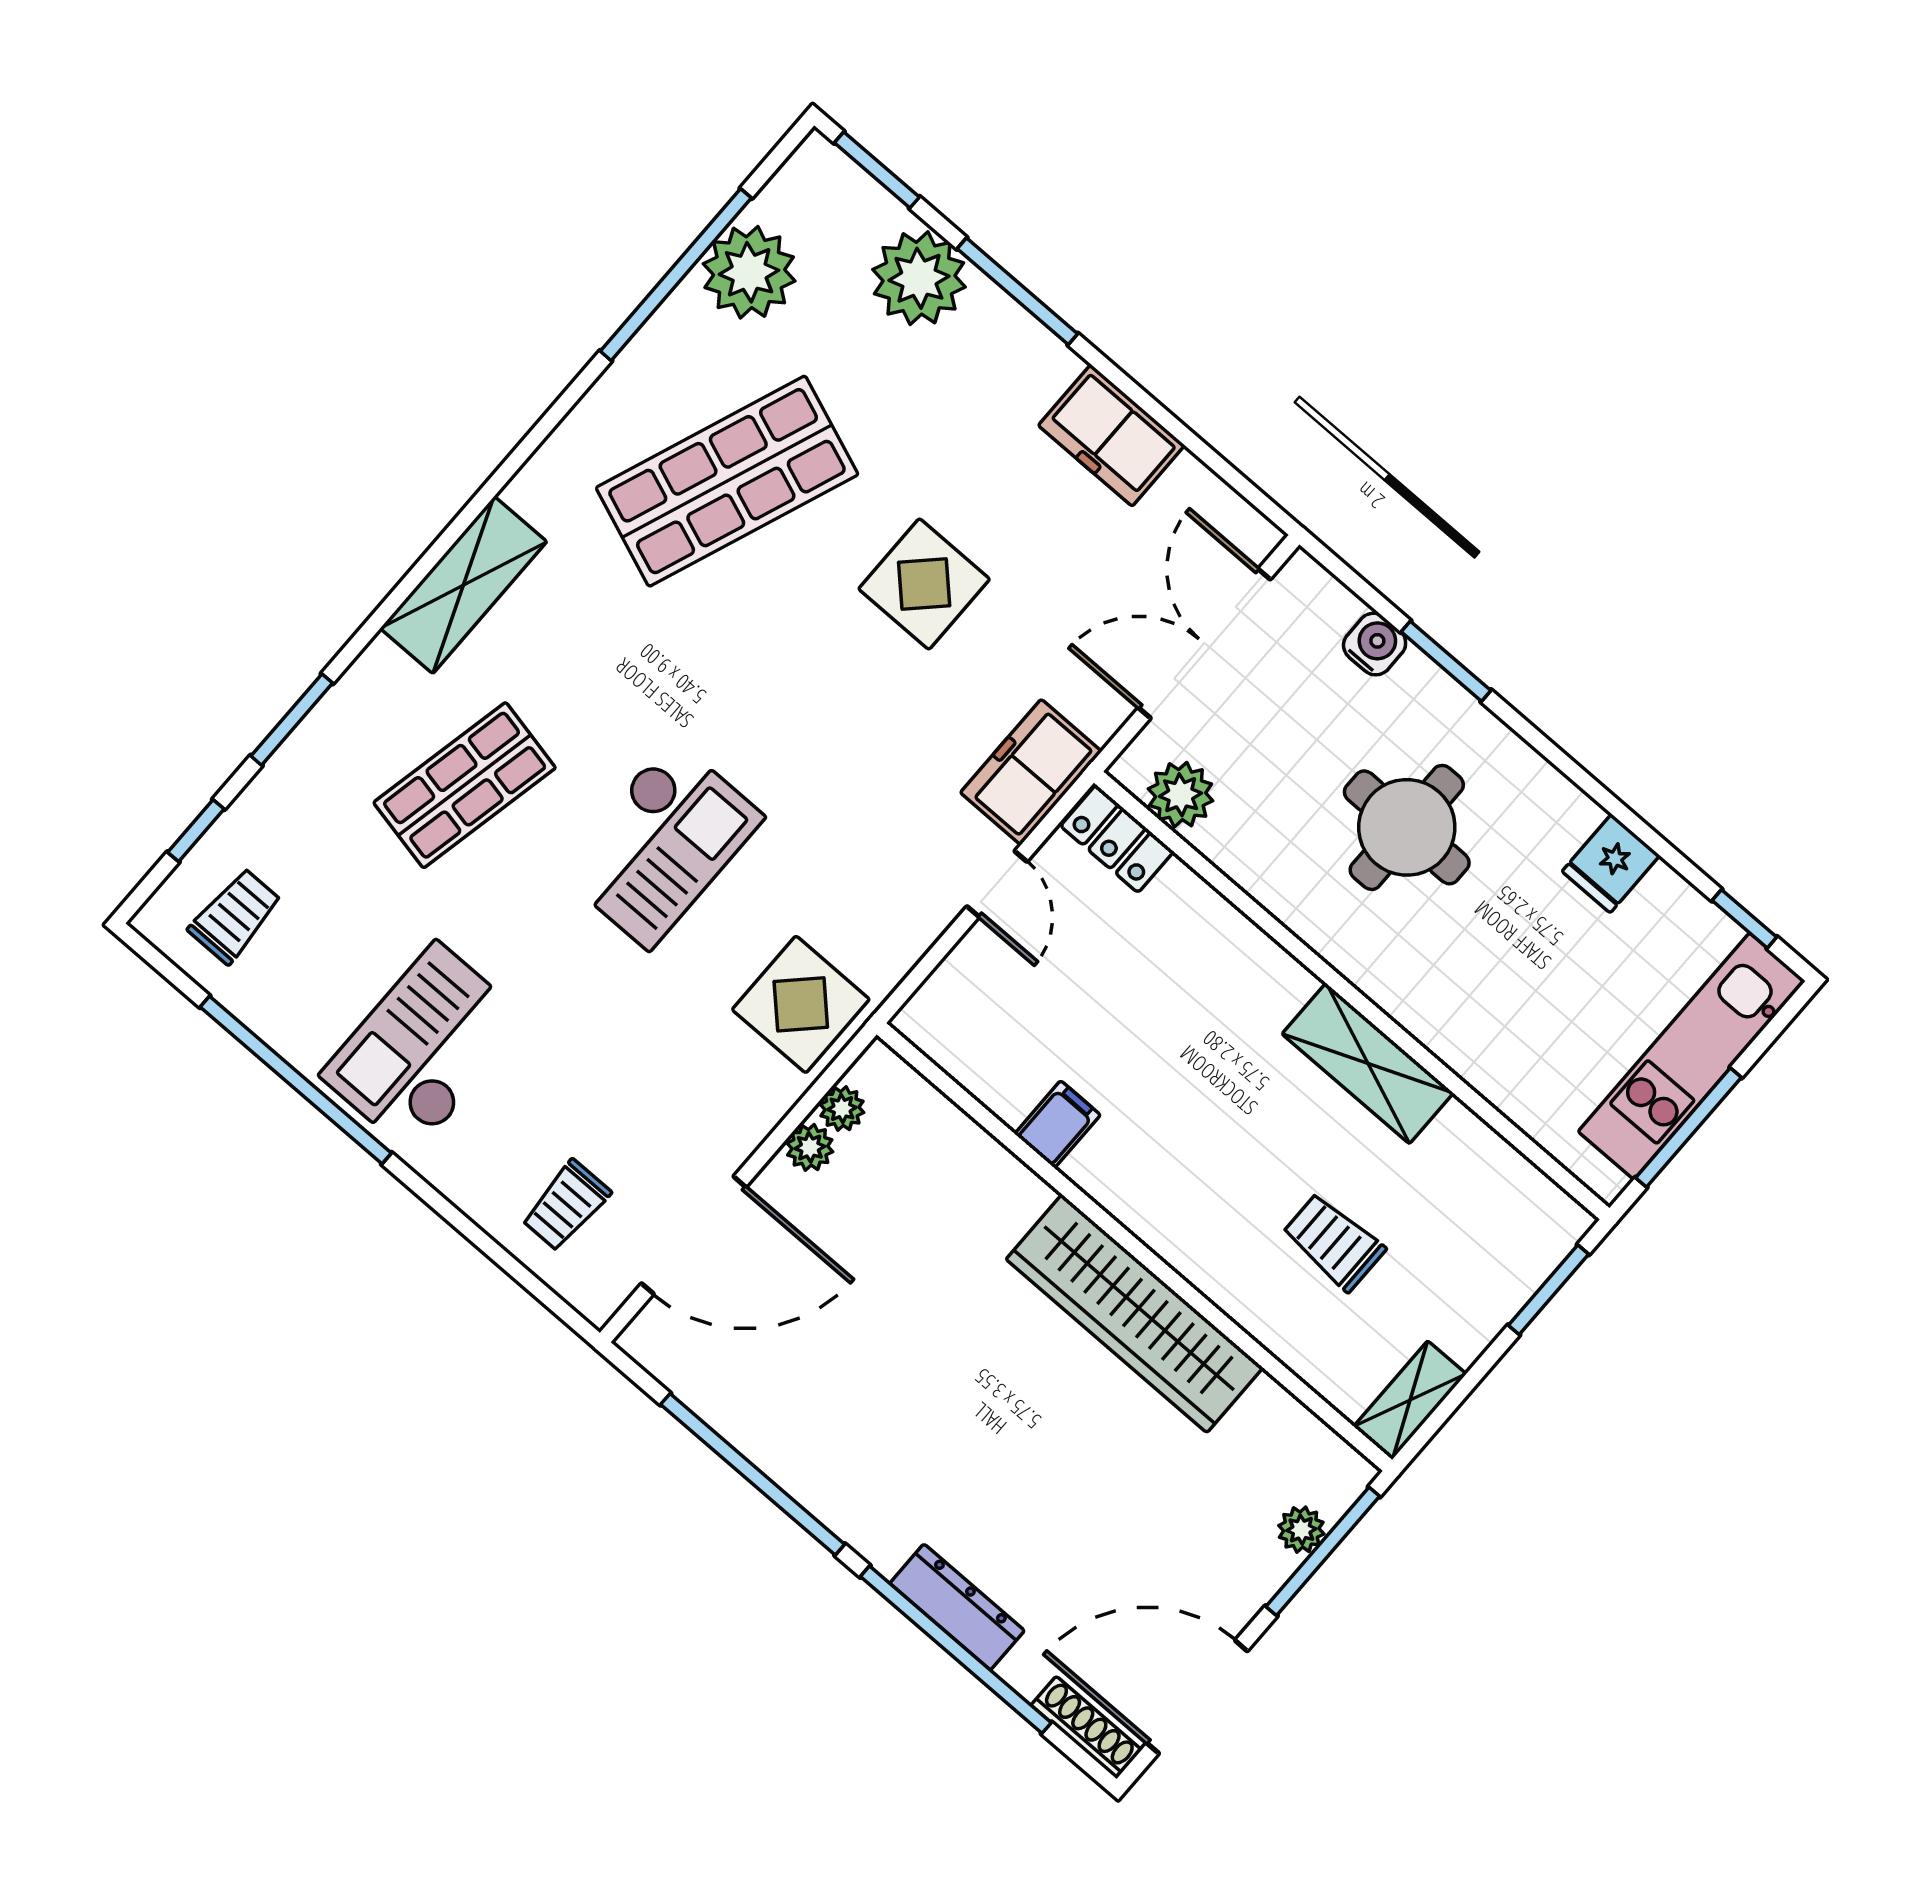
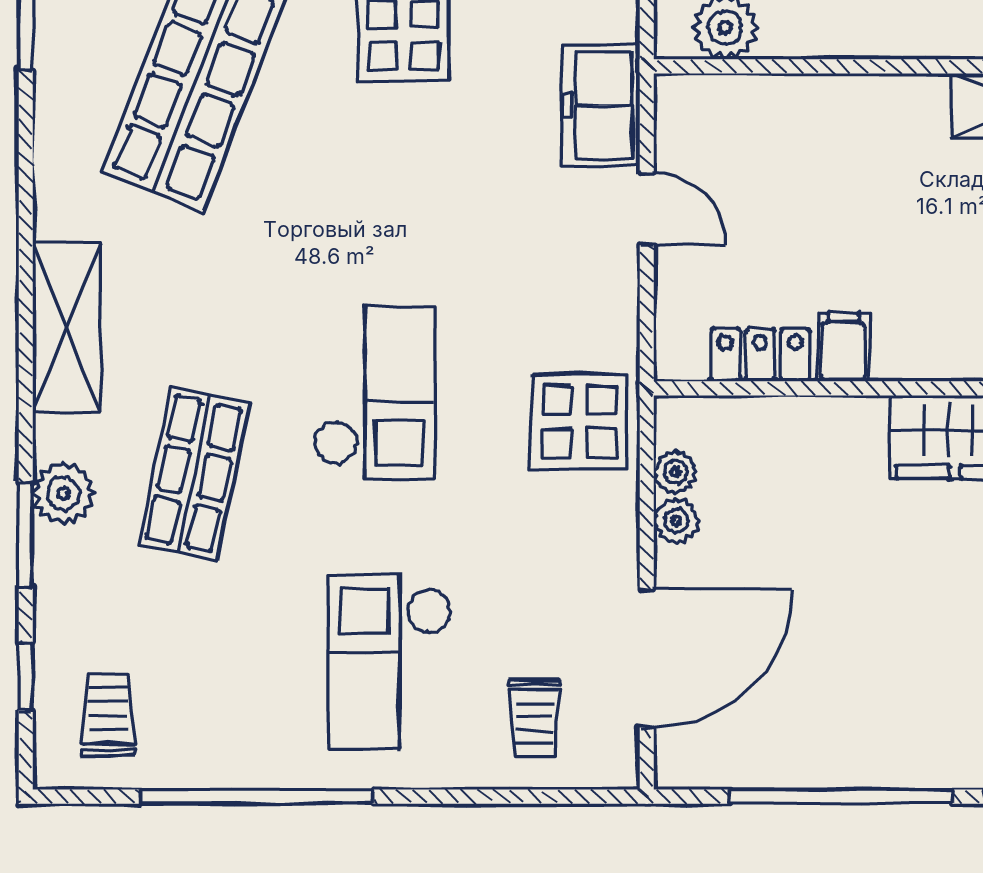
plant: (349, 713) -> (64, 493), added
locker: (1117, 839) -> (760, 355), moved, turned 180
checkout: (425, 1048) -> (390, 662), moved

